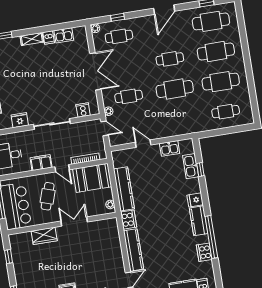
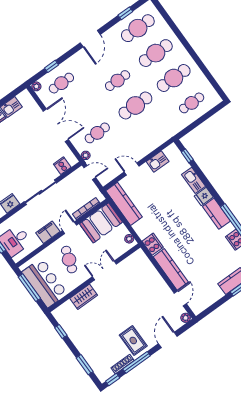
kitchen sink: (191, 166) -> (194, 180), moved
door: (62, 168) -> (70, 228), swing flipped
window: (200, 169) -> (187, 156), moved
kitchen counter: (124, 189) -> (124, 204), moved

